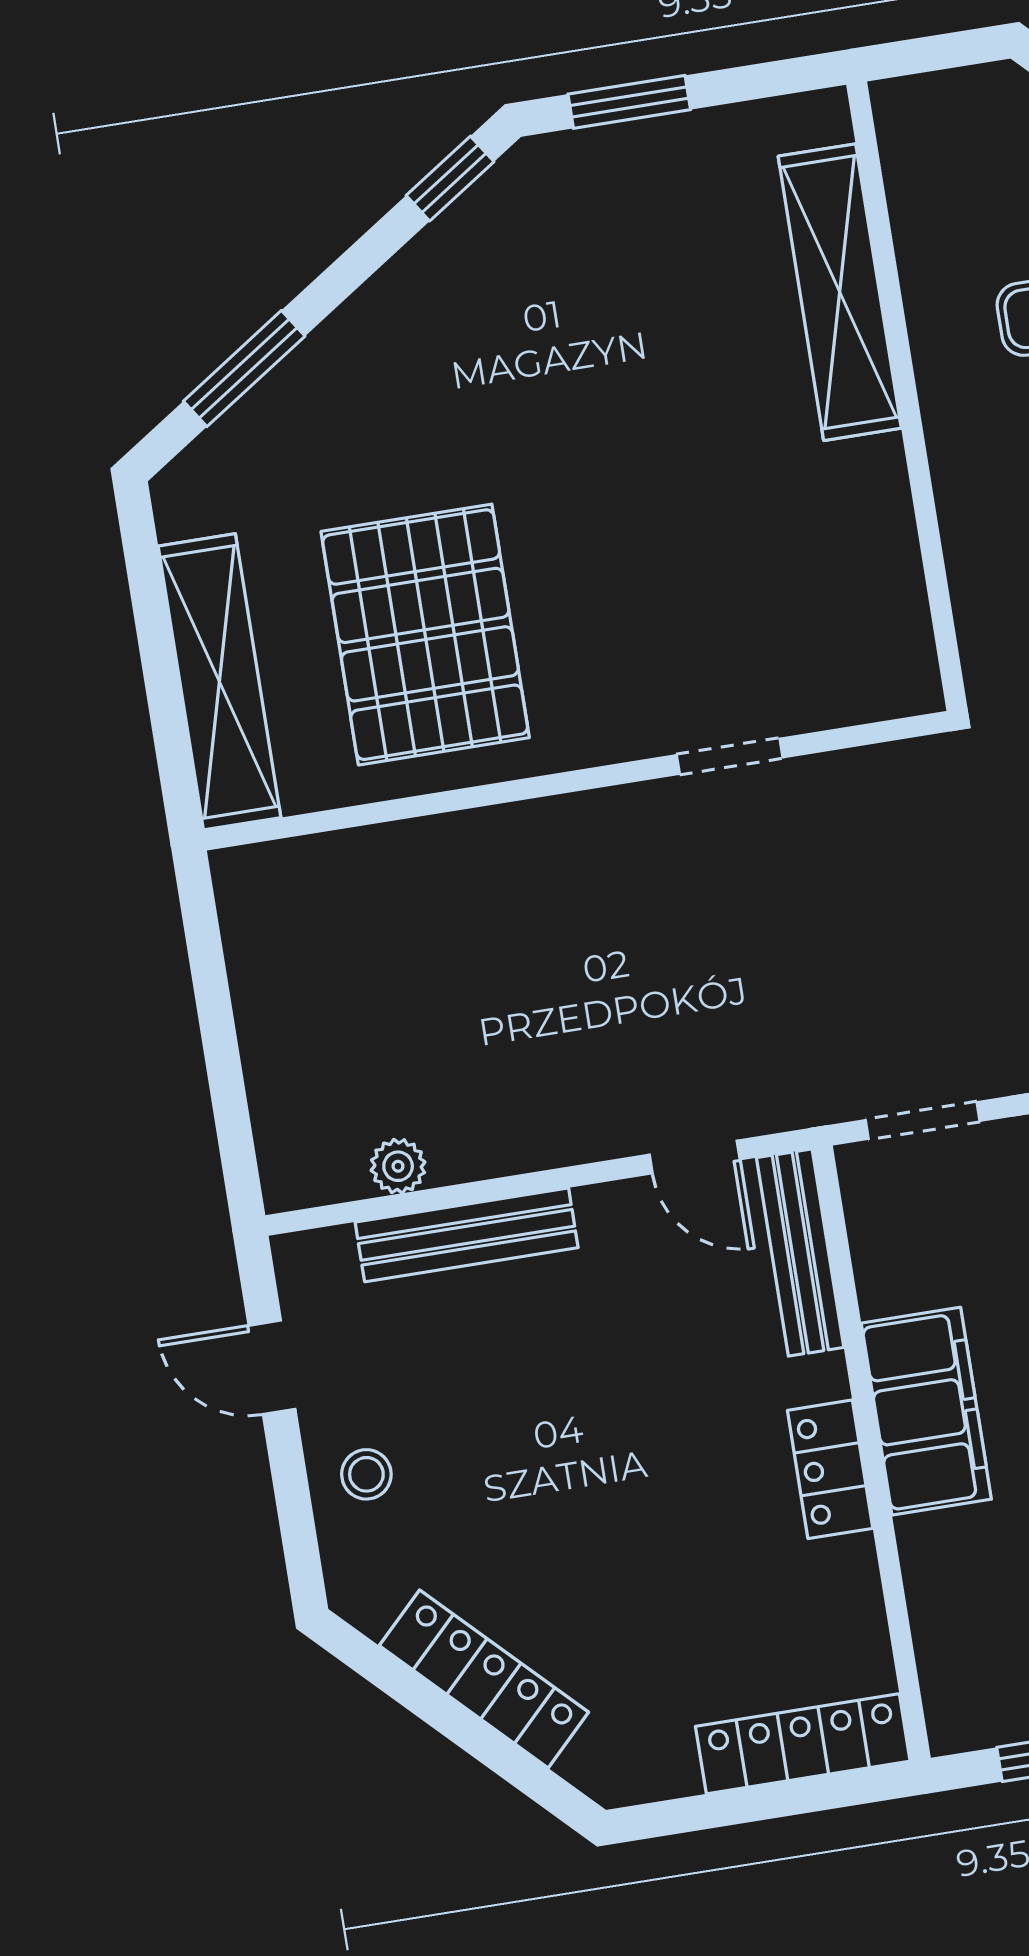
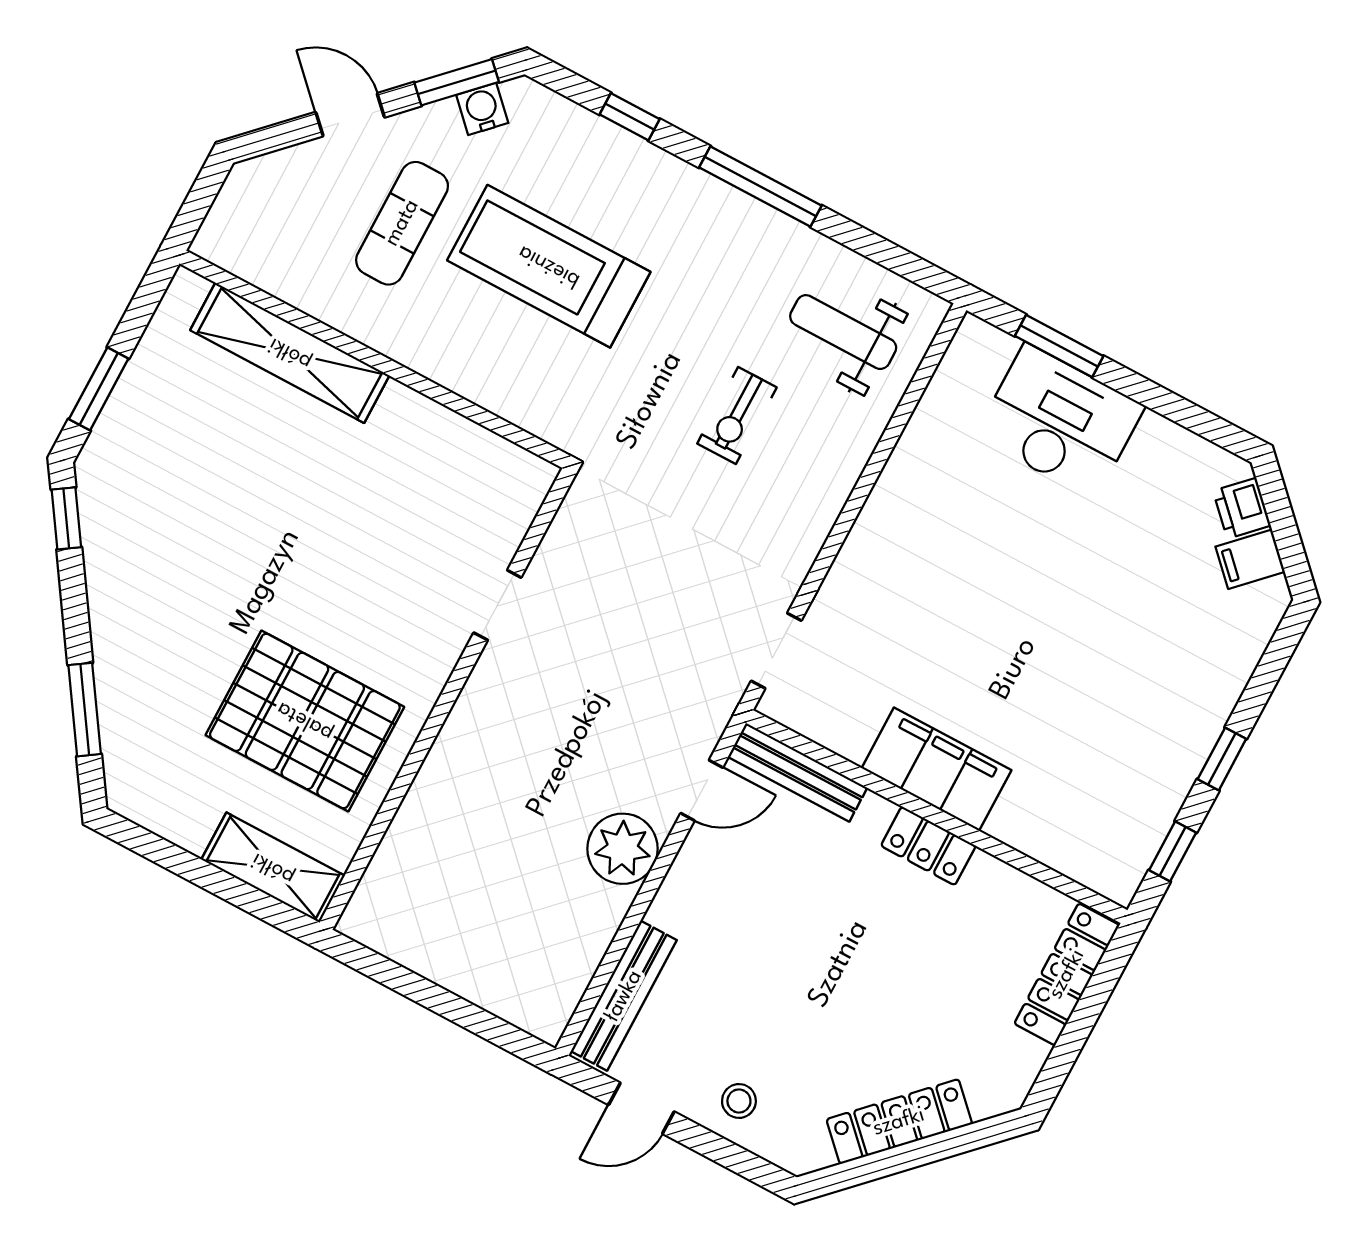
shelving: (219, 682) -> (273, 868), width x0.68
plant: (398, 1166) -> (623, 849), moved, width x1.88, depth x1.88
bench: (467, 1235) -> (624, 996), moved

